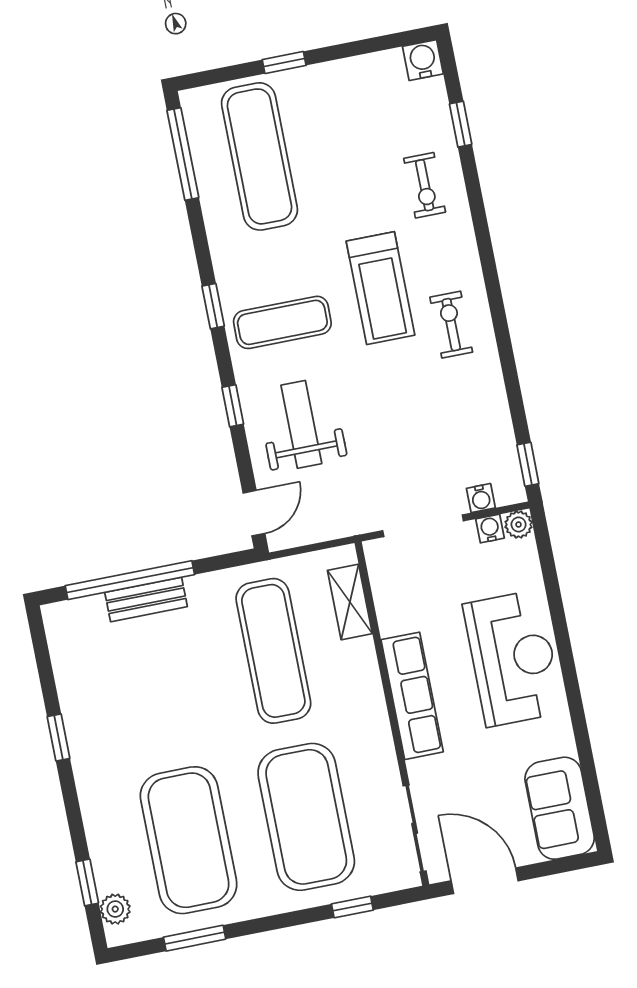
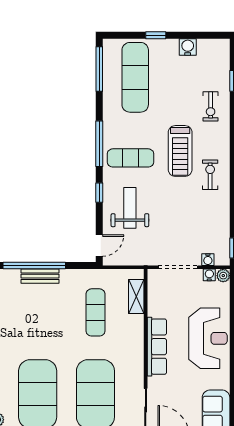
water cooler: (423, 60) -> (188, 47), moved
window: (213, 306) -> (99, 144), width x2.17
exercise mat: (273, 651) -> (95, 312), width x0.73, depth x0.69

